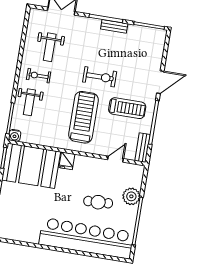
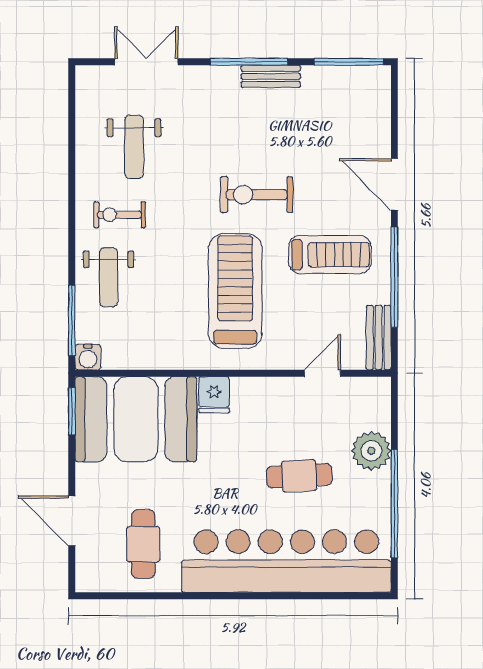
exercise bike: (100, 77) -> (257, 195), turned 180
door: (160, 82) -> (394, 184), swing flipped
cafe table: (25, 221) -> (143, 544), added

